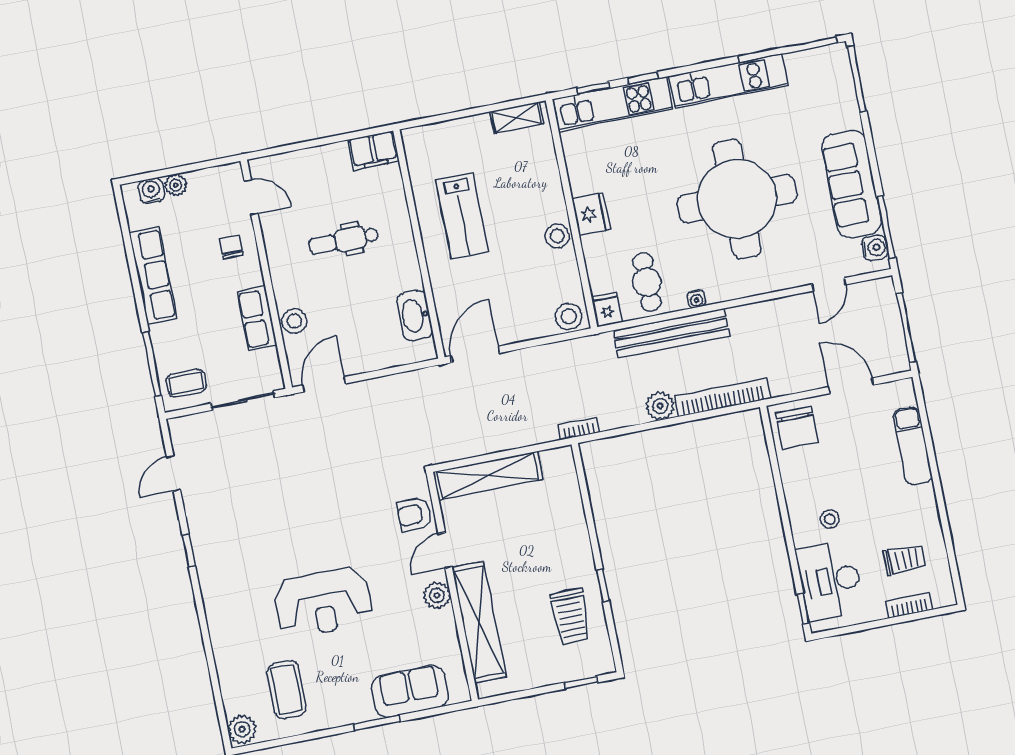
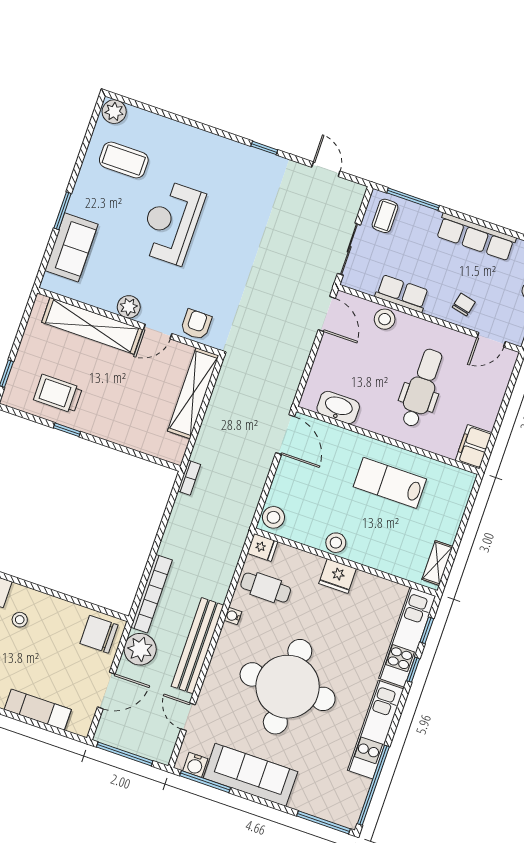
dental chair: (344, 240) -> (422, 388), width x1.36, depth x1.38
chair: (231, 247) -> (464, 305), turned -77
bench: (671, 333) -> (197, 646), moved
plant: (660, 406) -> (140, 649), moved, width x1.36, depth x1.36
door: (445, 550) -> (158, 332), swing flipped

